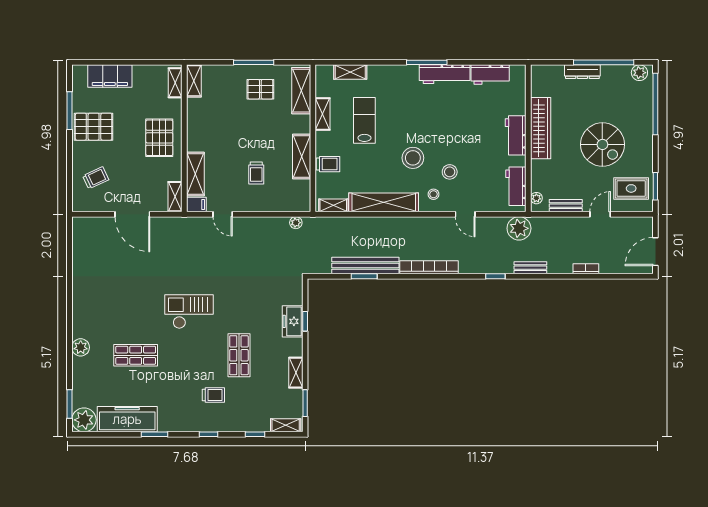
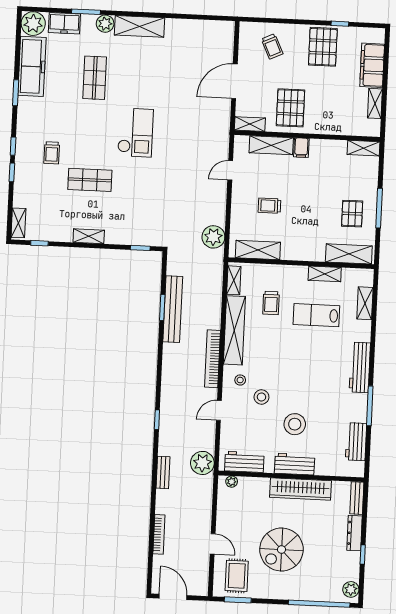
window: (427, 62) -> (370, 406), moved
window: (604, 62) -> (363, 554), width x0.32
workbench: (445, 74) -> (360, 367), moved
shelving: (175, 83) -> (375, 103), moved, turned 90
window: (69, 111) -> (340, 24), width x0.46
lab bench: (364, 120) -> (316, 315), turned 180
pallet: (159, 138) -> (290, 108), moved, turned 90
shelving: (302, 156) -> (258, 250), moved
stool: (413, 158) -> (295, 424), moved
trolley: (328, 164) -> (271, 303), moved
filing cabinet: (196, 205) -> (301, 148), moved
bench: (566, 206) -> (357, 498), moved
plant: (296, 223) -> (213, 237), width x1.87, depth x1.87
bookcase: (429, 267) -> (212, 359), moved, turned 180
bookcase: (586, 269) -> (159, 534), width x1.56
window: (495, 276) -> (157, 420), moved
shelving: (82, 313) -> (140, 26), added
freezer: (293, 321) -> (64, 23), moved, turned 180
window: (305, 321) -> (140, 248), moved
shelving: (296, 373) -> (89, 236), moved
window: (305, 403) -> (39, 243), width x0.67
window: (69, 404) -> (86, 12), moved
window: (255, 434) -> (12, 172), moved

